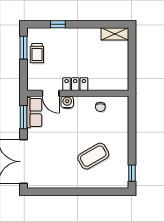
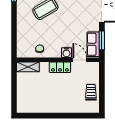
window: (58, 24) -> (74, 116), removed
shelving: (115, 34) -> (28, 67), moved
window: (23, 48) -> (102, 97), removed

